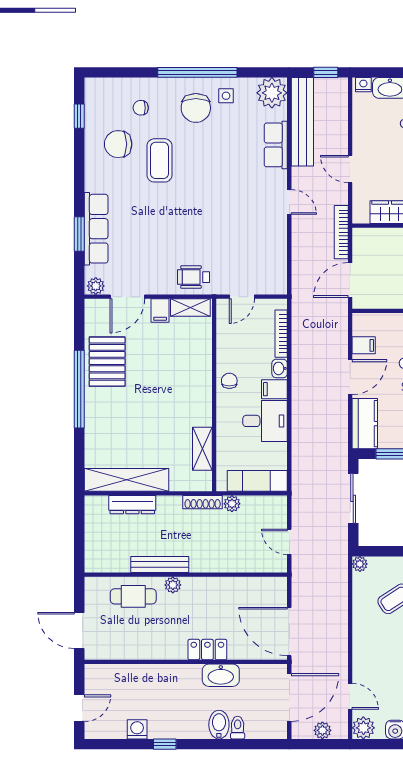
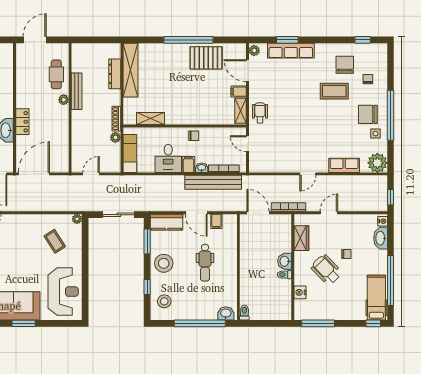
bench: (302, 122) -> (213, 182), moved

